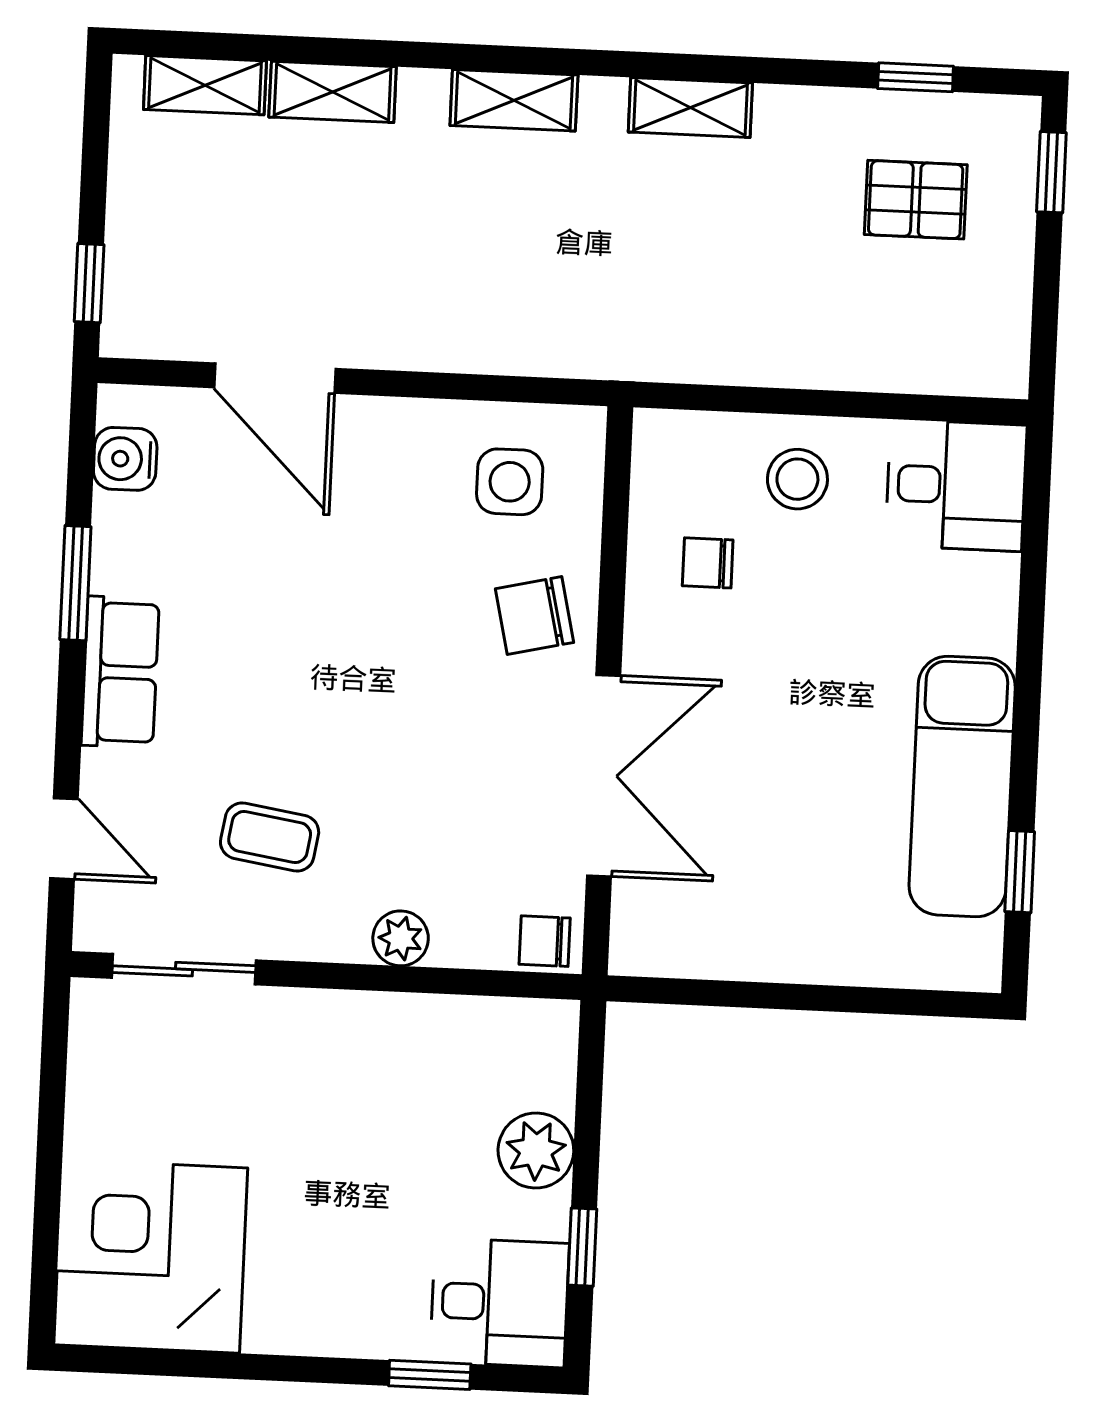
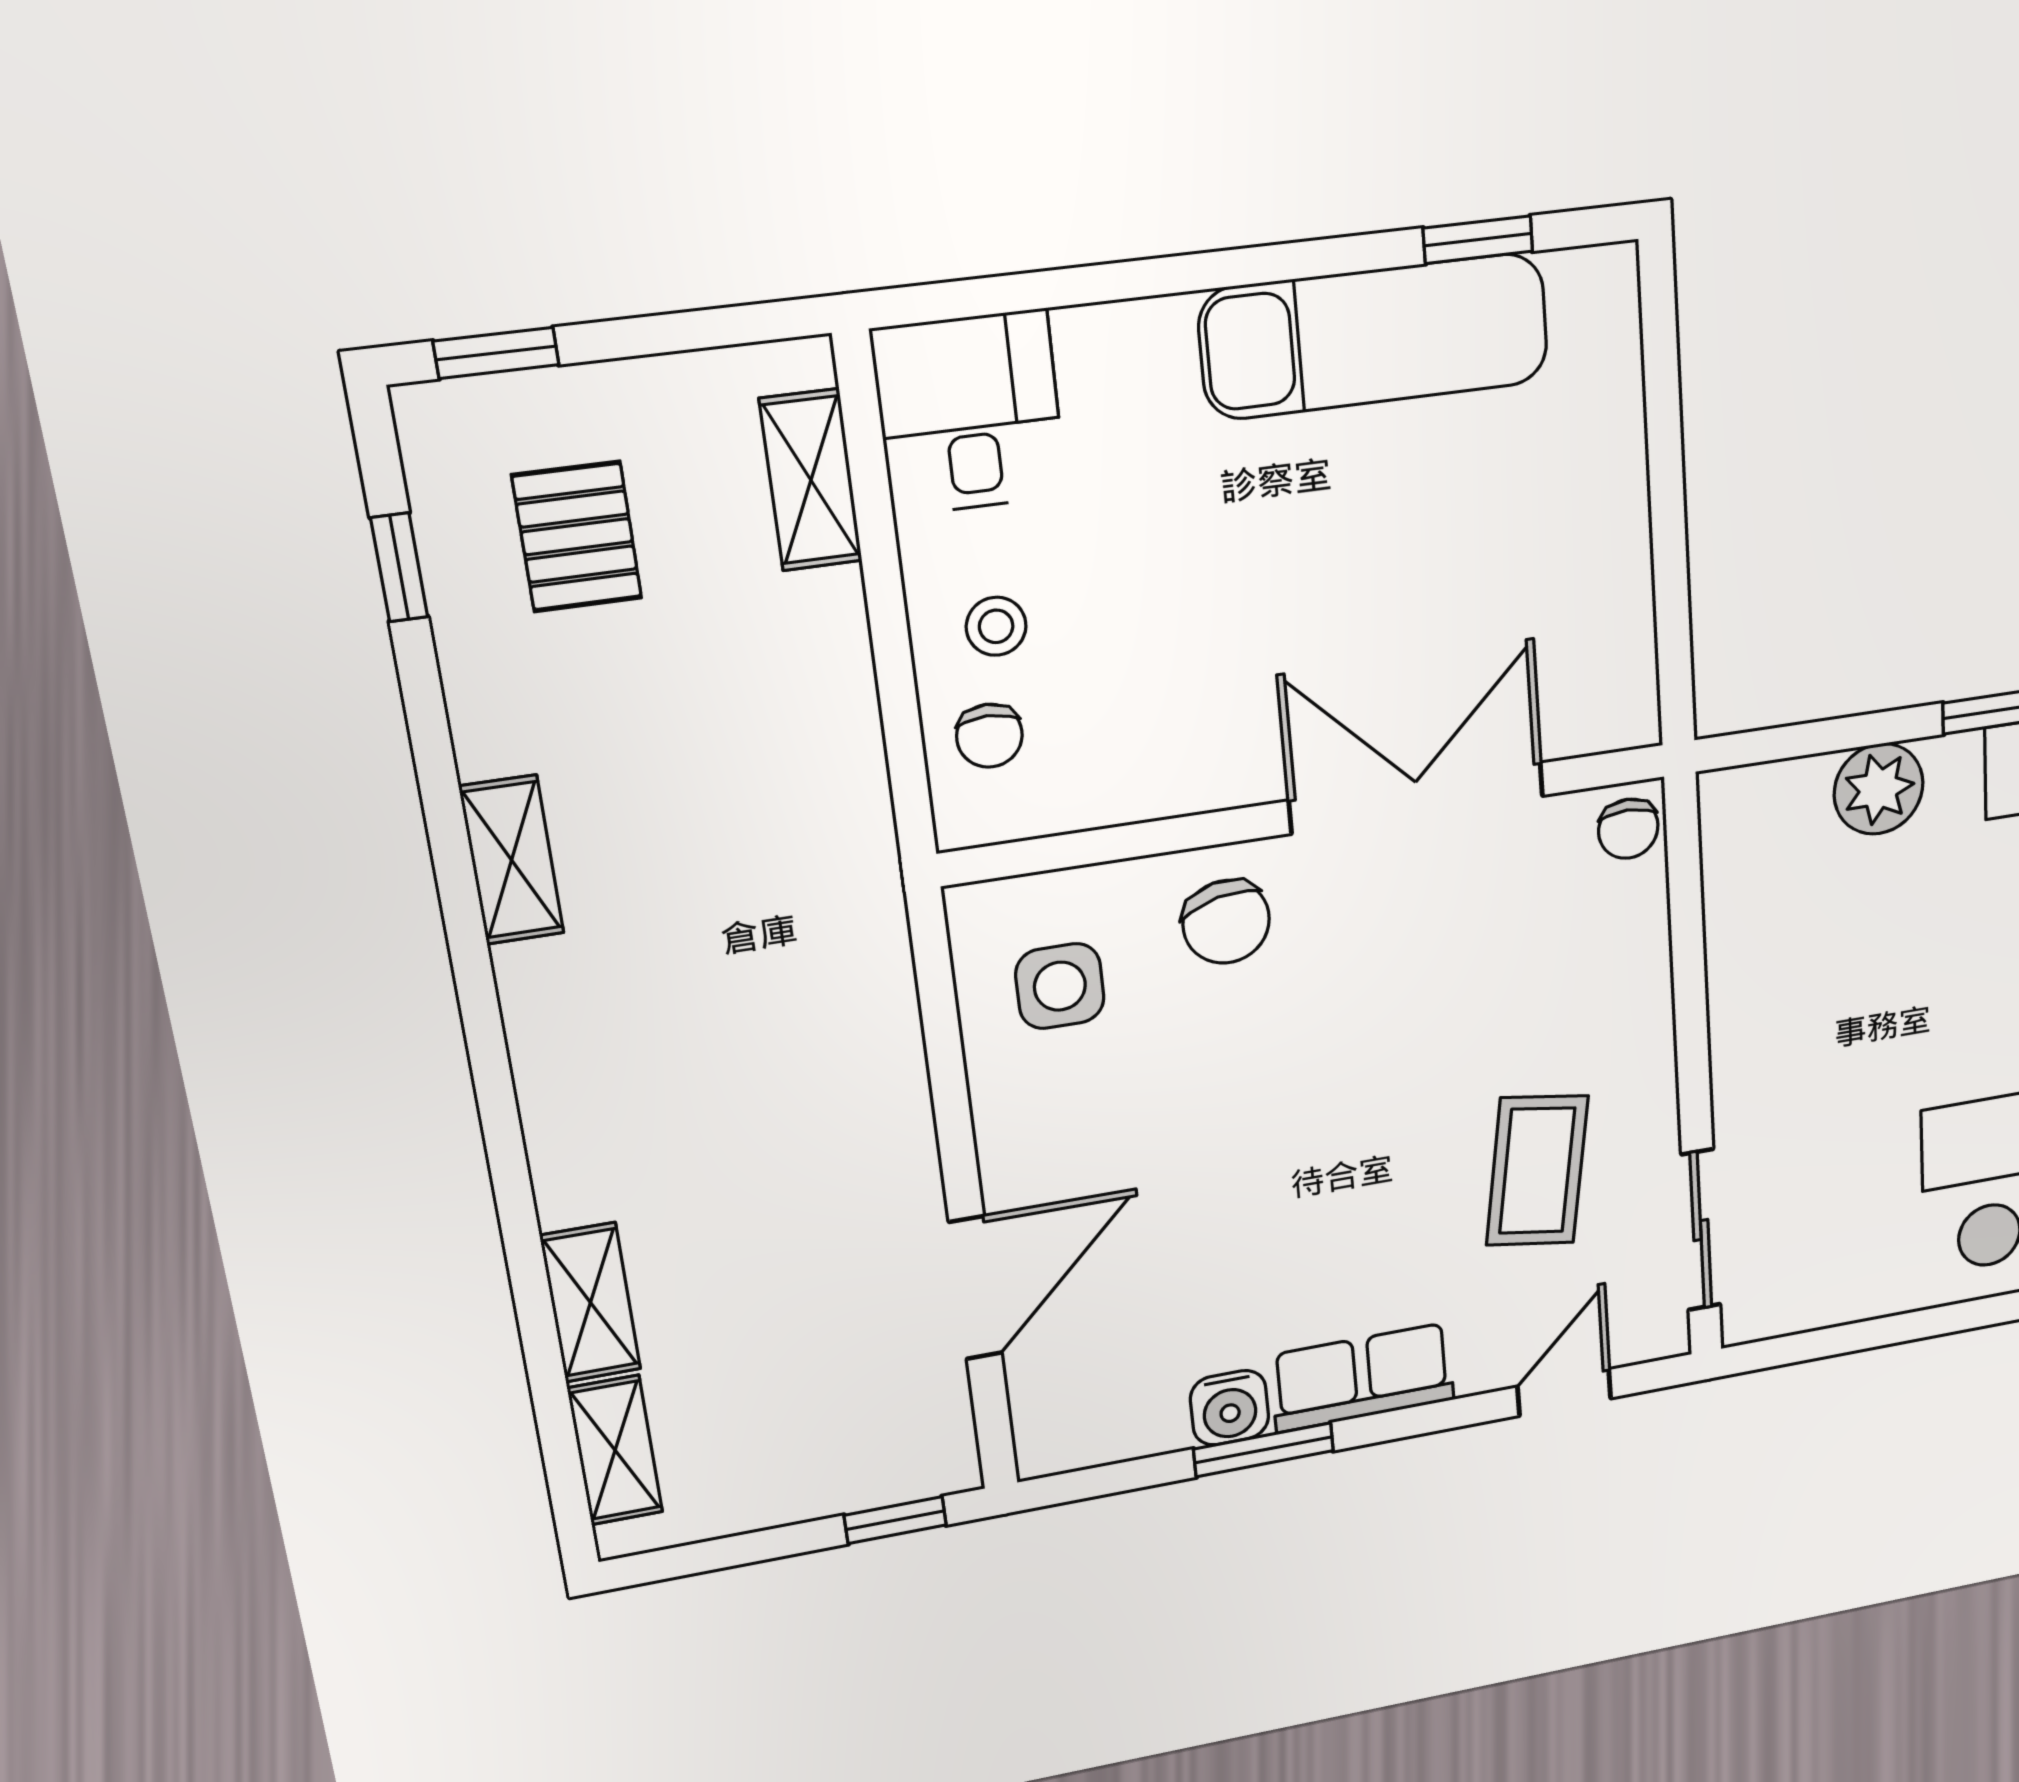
shelving: (514, 100) -> (811, 480), moved
water cooler: (125, 459) -> (1230, 1408), moved
stool: (797, 479) -> (996, 626), width x0.73, depth x0.73
chair: (708, 563) -> (989, 736), moved
coffee table: (270, 837) -> (1537, 1171), width x1.36, depth x1.30
plant: (401, 938) -> (1642, 997), removed

